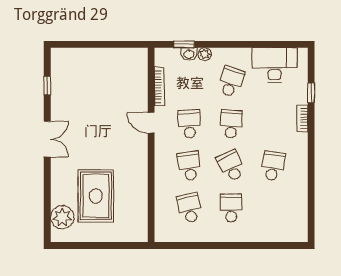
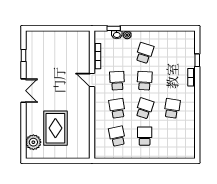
desk: (275, 65) -> (173, 42), removed
school desk: (231, 166) -> (145, 108), turned 42

